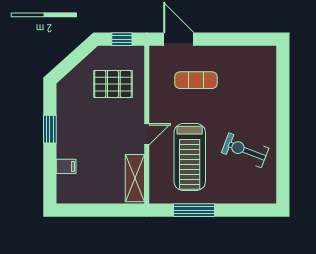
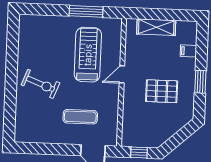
pallet: (113, 84) -> (162, 91), moved
exercise bike: (245, 150) -> (40, 84), moved
shelving: (135, 178) -> (156, 27), moved, turned 90

